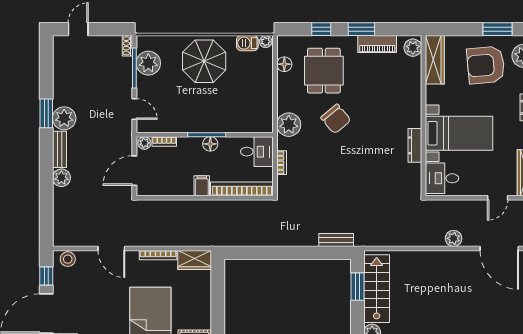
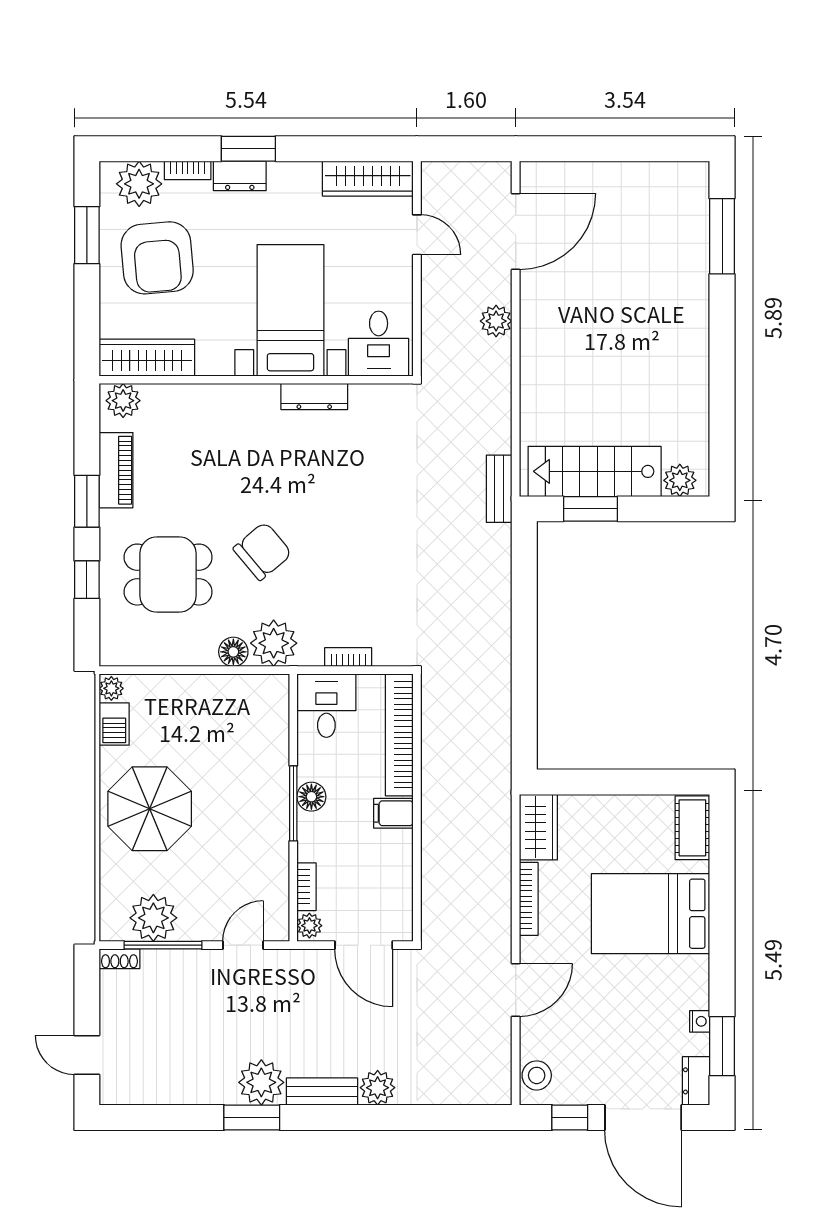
floor lamp: (284, 64) -> (233, 652), moved
bench: (336, 240) -> (499, 489), moved

